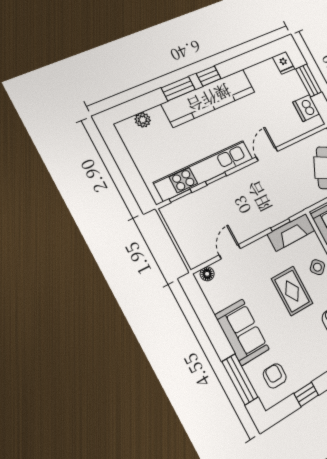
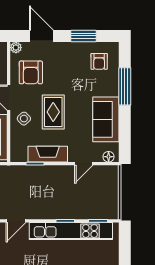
fireplace: (291, 232) -> (48, 154), moved
sofa: (242, 332) -> (106, 119), moved
window: (240, 379) -> (125, 86), moved
window: (306, 394) -> (84, 36), width x1.50

